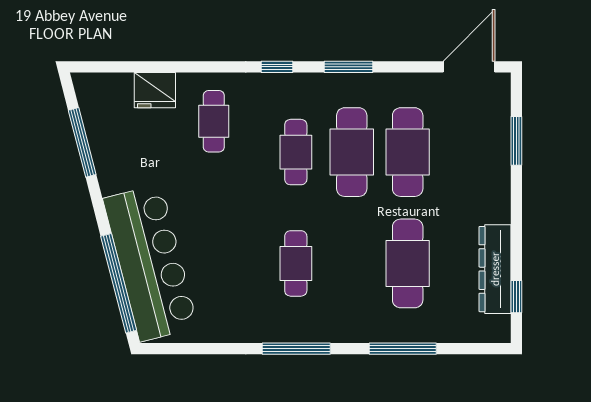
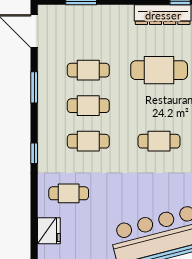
window: (349, 67) -> (34, 87), moved
cafe table: (352, 152) -> (88, 106), width x0.73, depth x0.74
cafe table: (408, 152) -> (88, 70), width x0.73, depth x0.74

